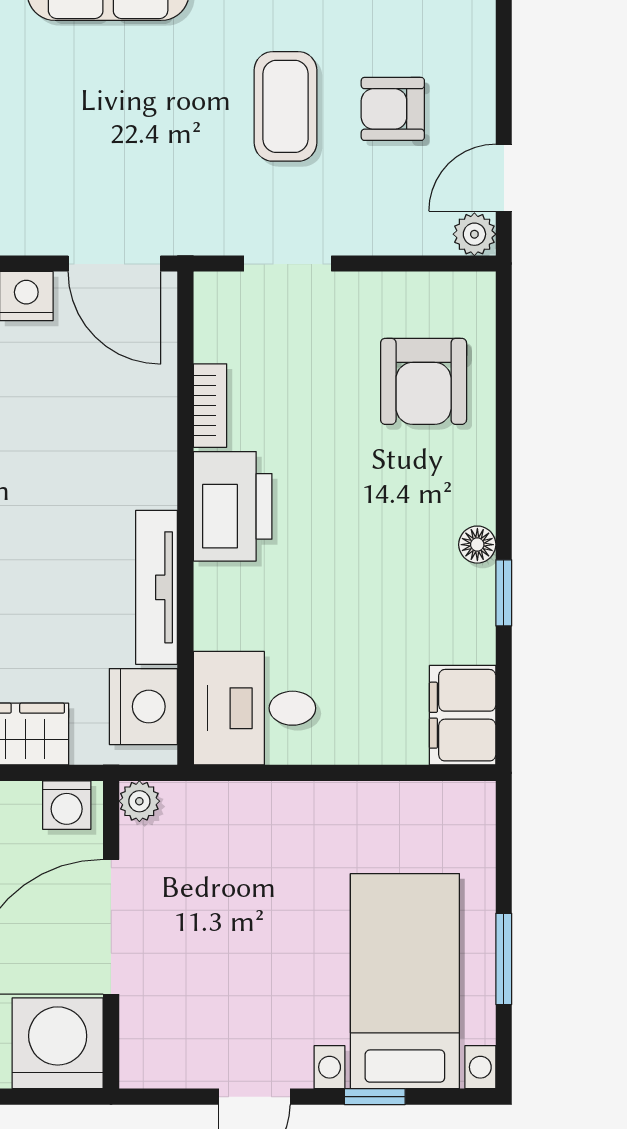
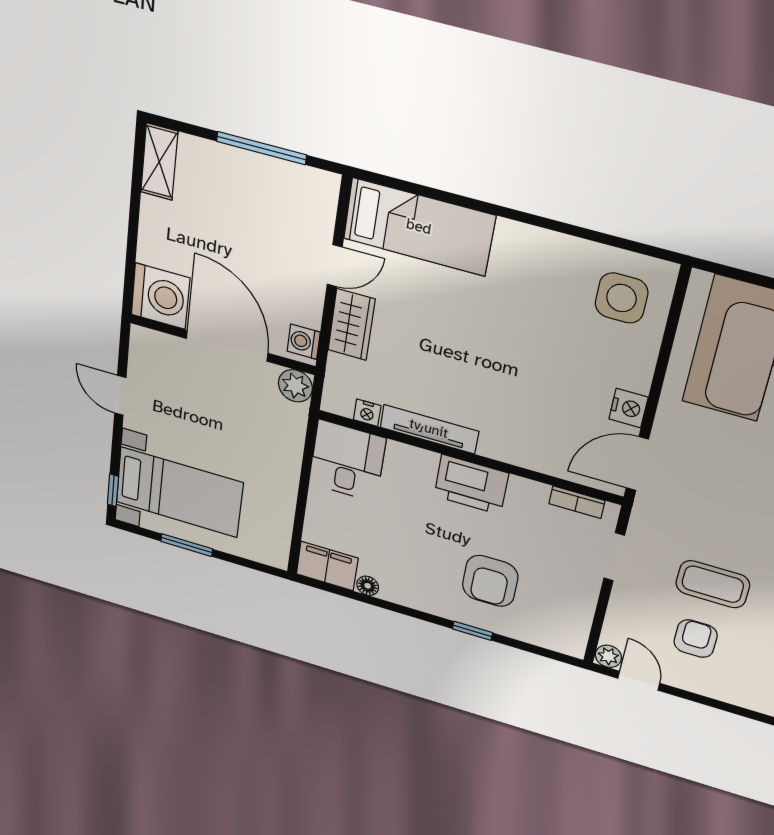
armchair: (424, 381) -> (490, 581), moved, turned -90
bookcase: (210, 406) -> (577, 502), moved
floor lamp: (477, 545) -> (368, 586), moved
window: (504, 593) -> (472, 631), moved
nightstand: (143, 707) -> (367, 413), width x0.53, depth x0.56
plant: (139, 801) -> (295, 386), width x1.38, depth x1.38
window: (375, 1097) -> (113, 490), moved

